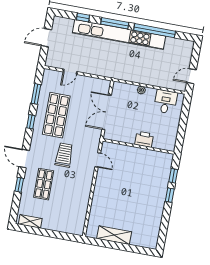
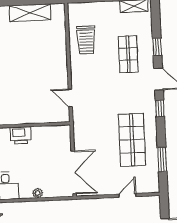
double door: (107, 112) -> (74, 172), moved
window: (31, 122) -> (160, 108), moved
trolley: (64, 155) -> (86, 40), moved

